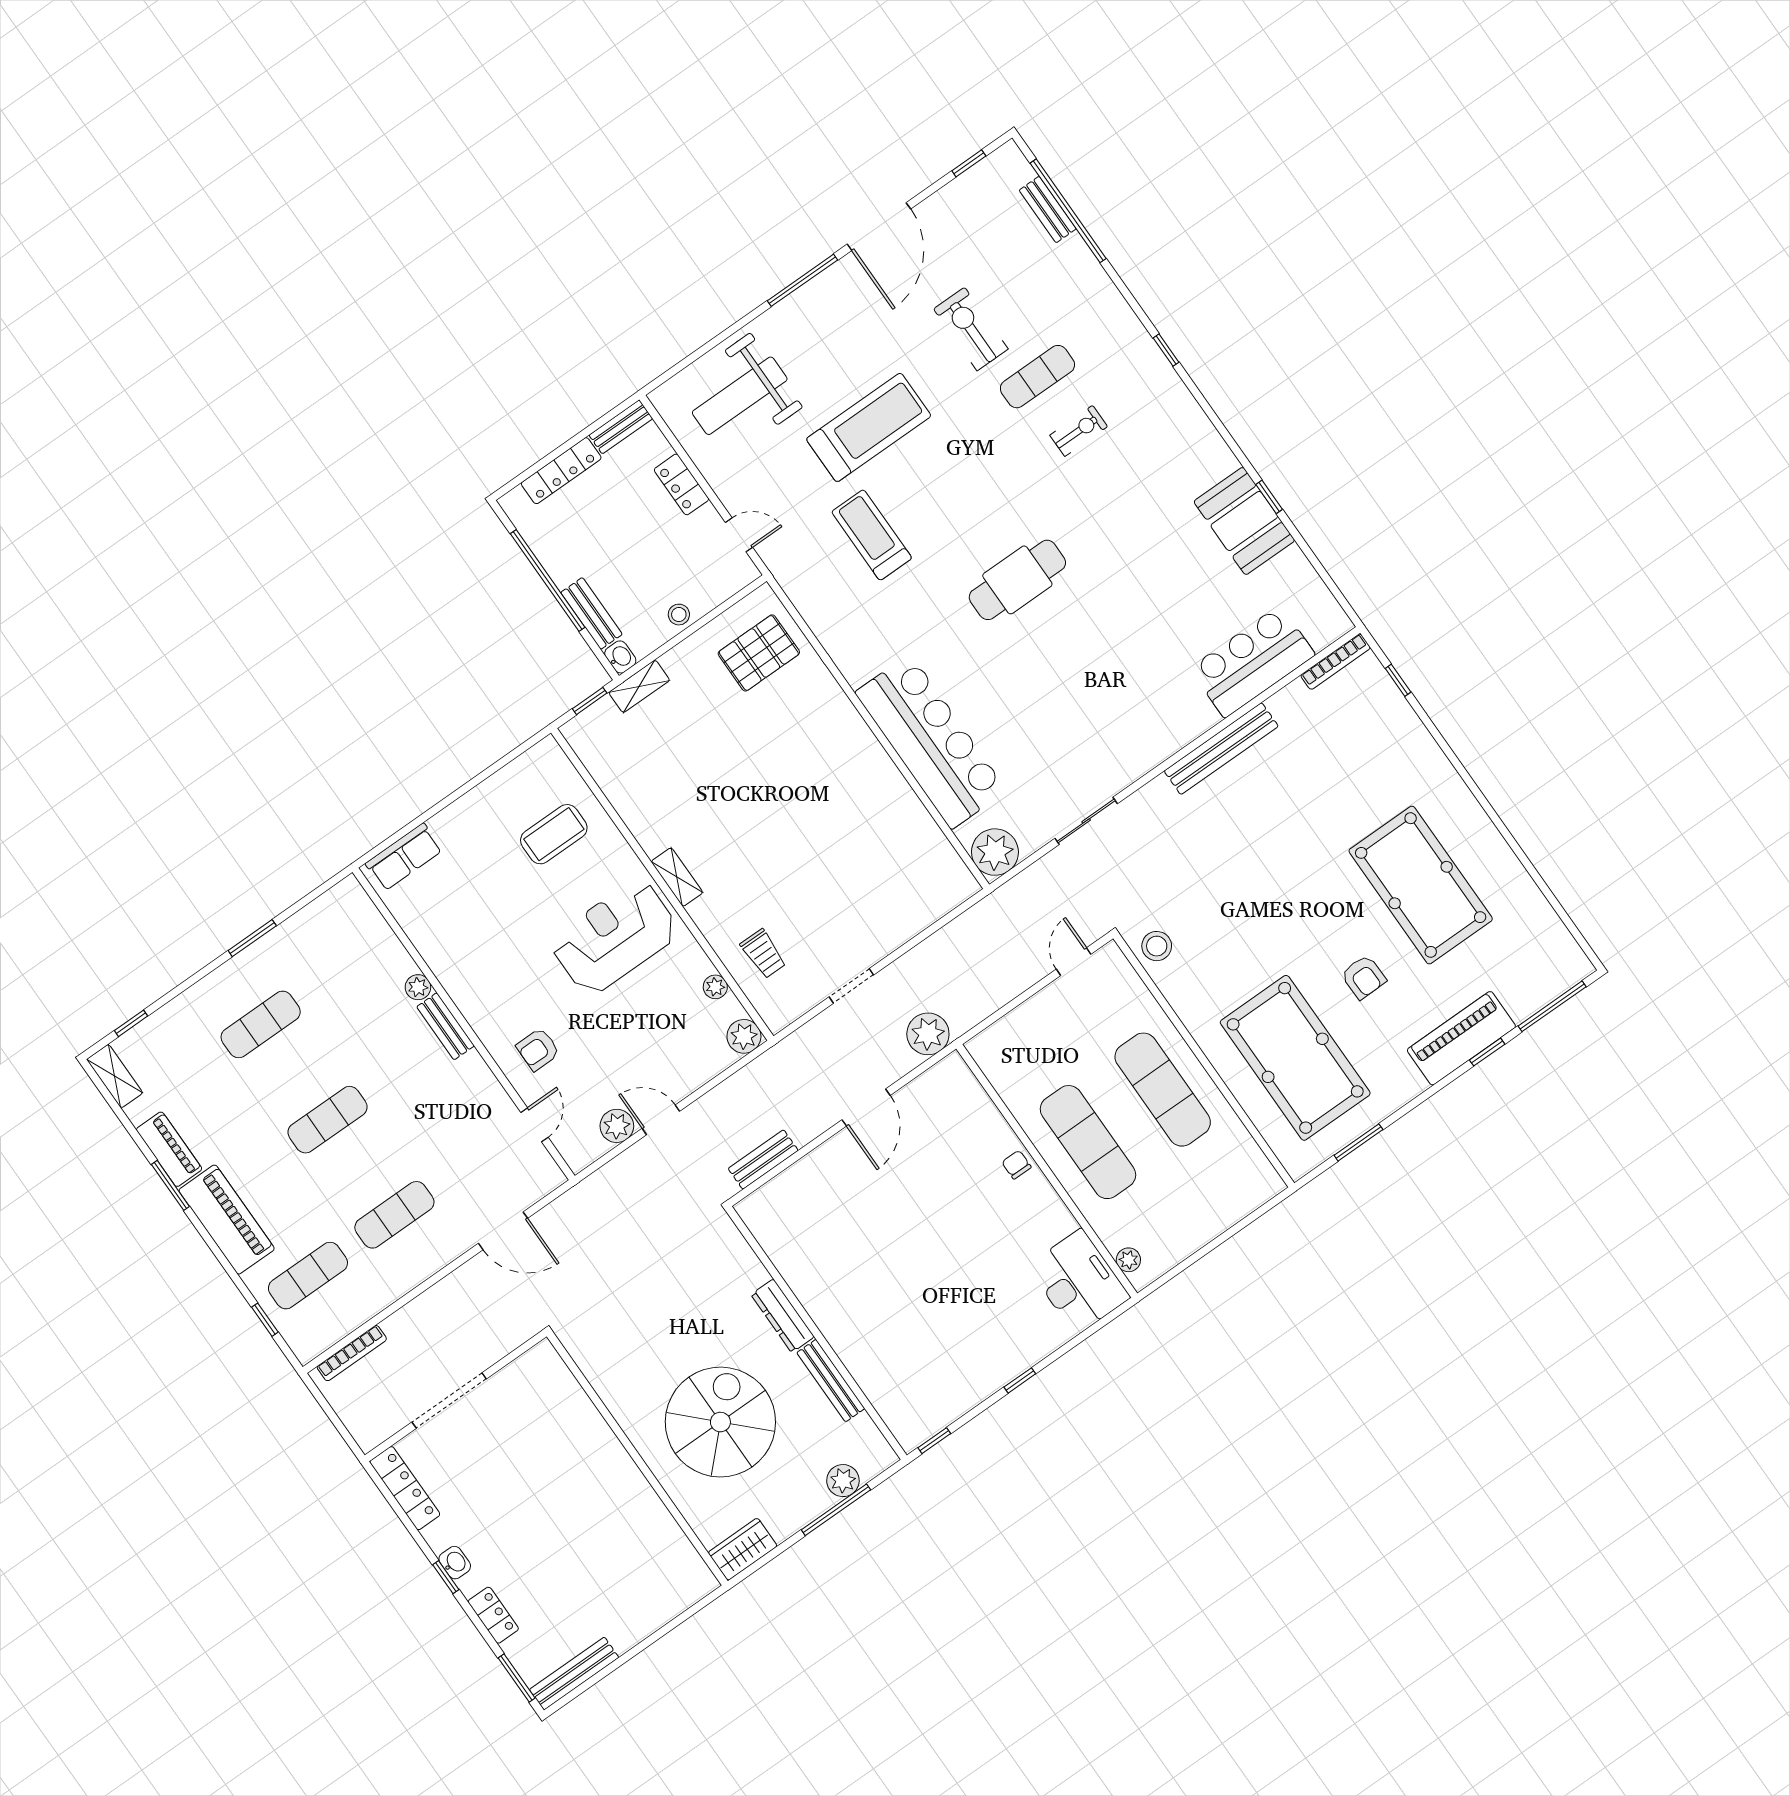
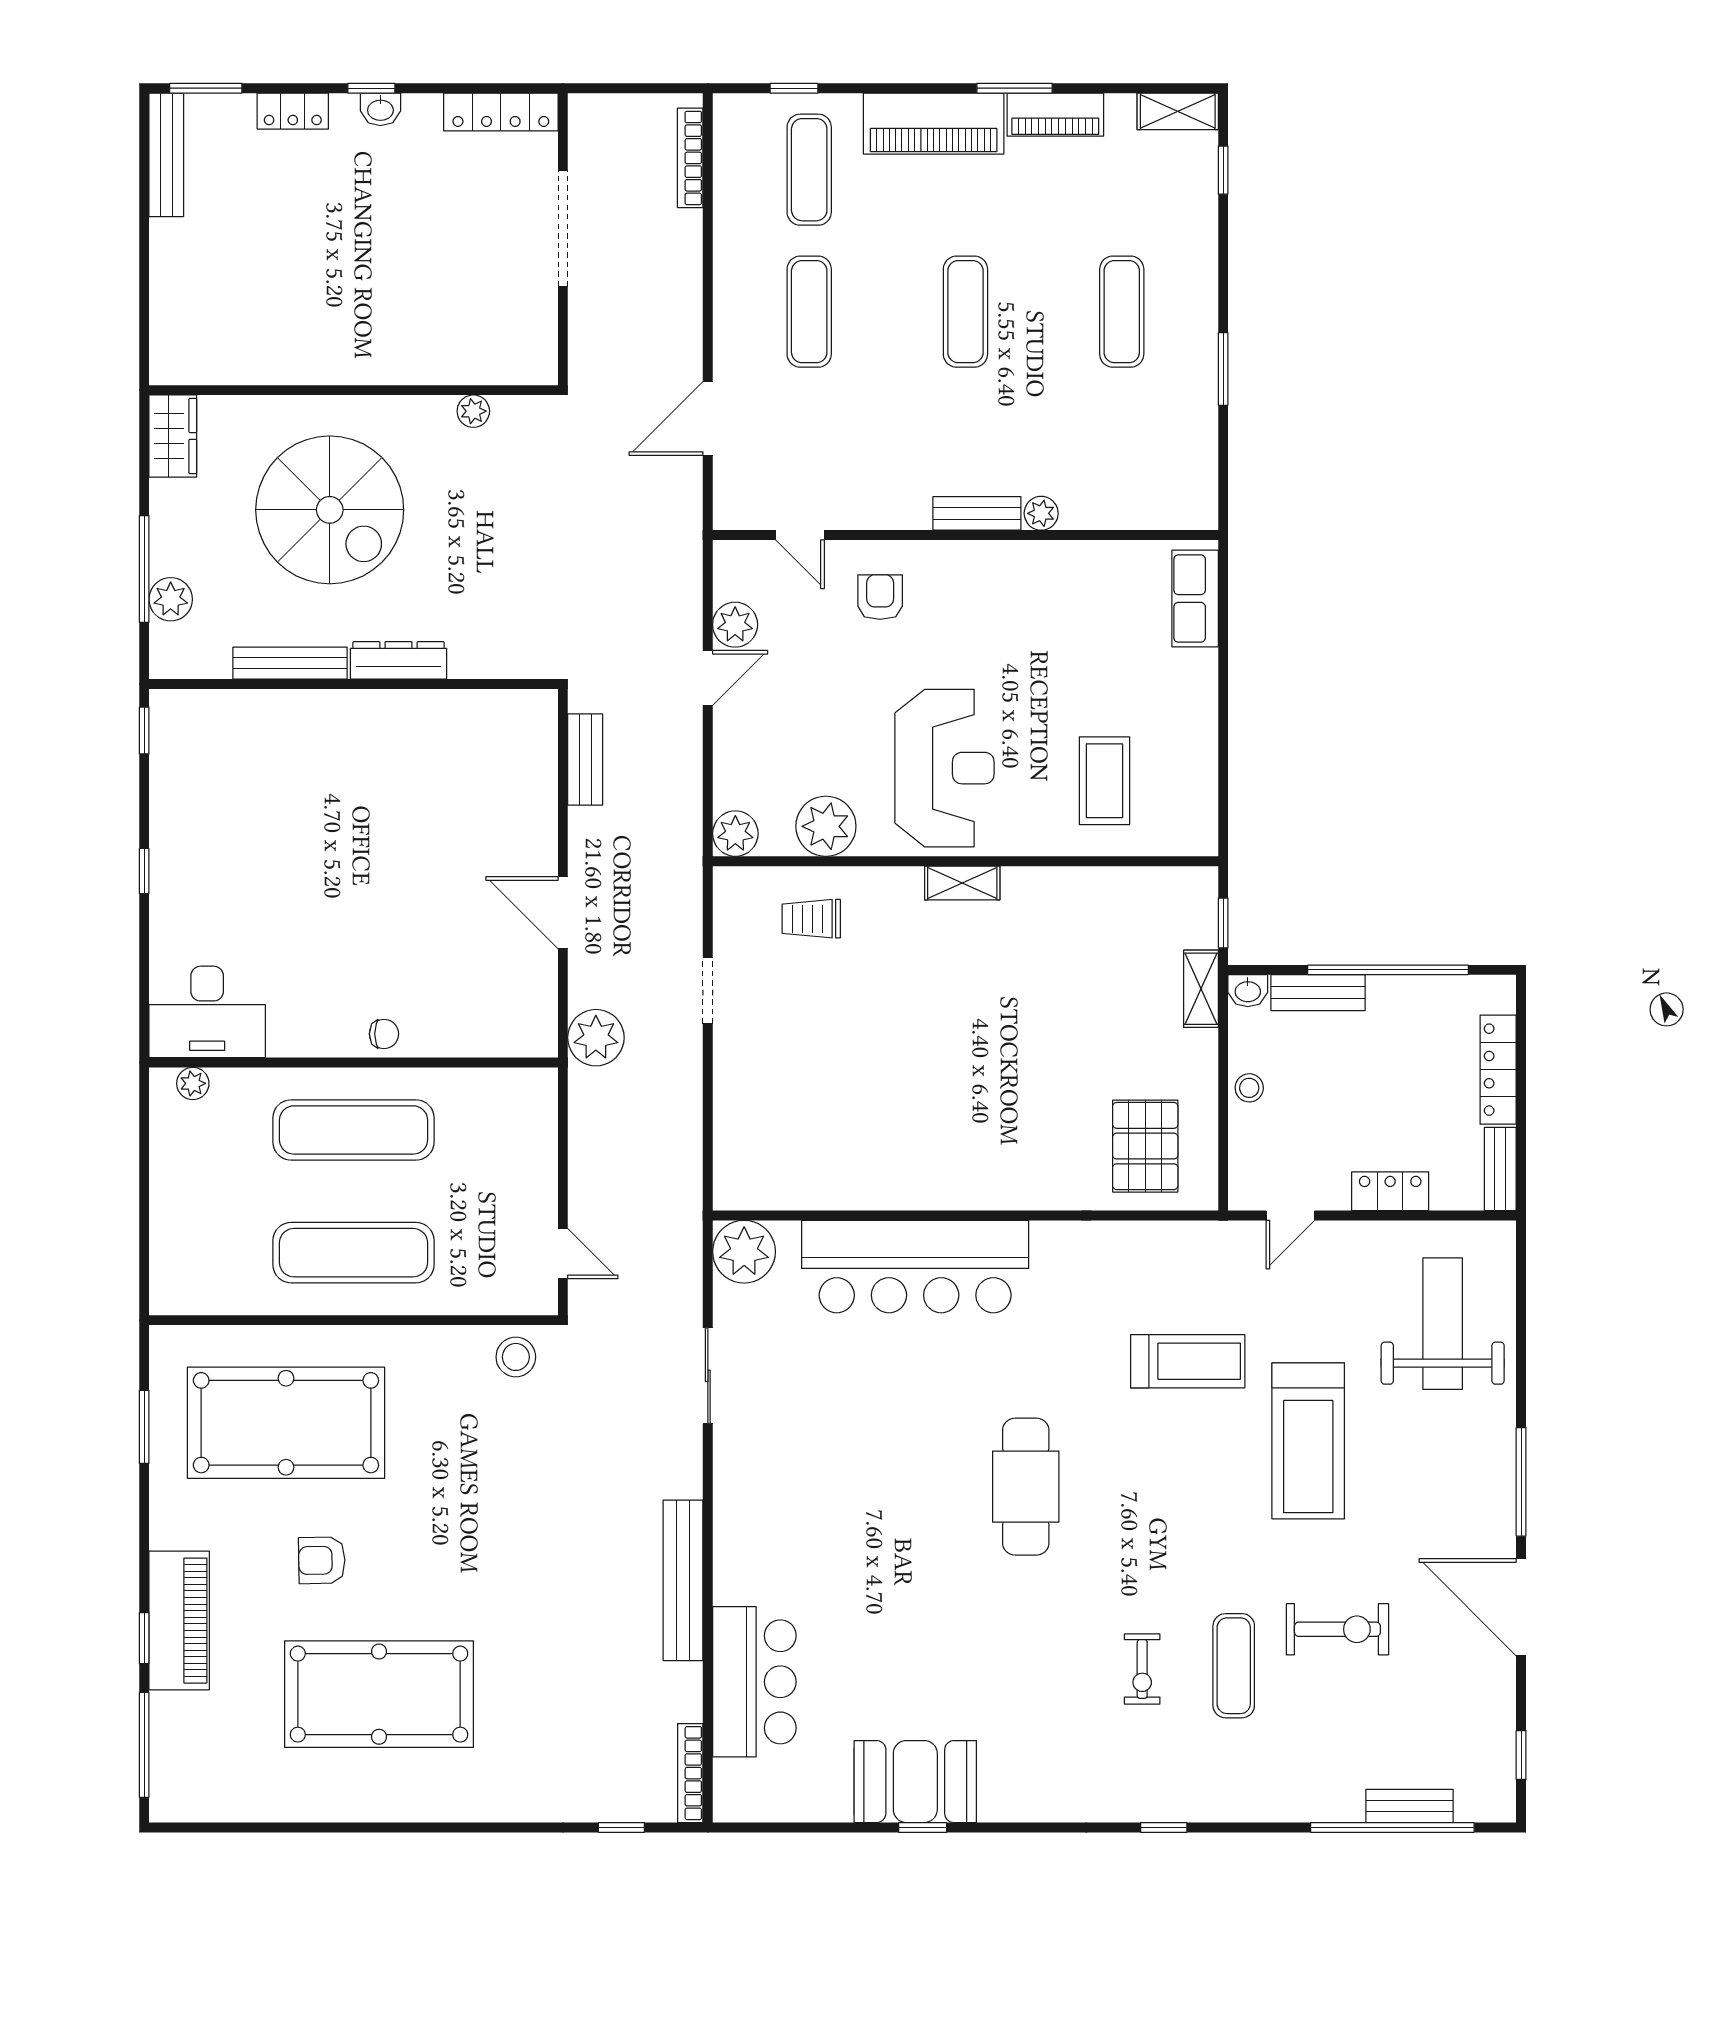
plant: (715, 987) -> (826, 826), width x1.88, depth x1.88
plant: (599, 1377) -> (473, 411), added

